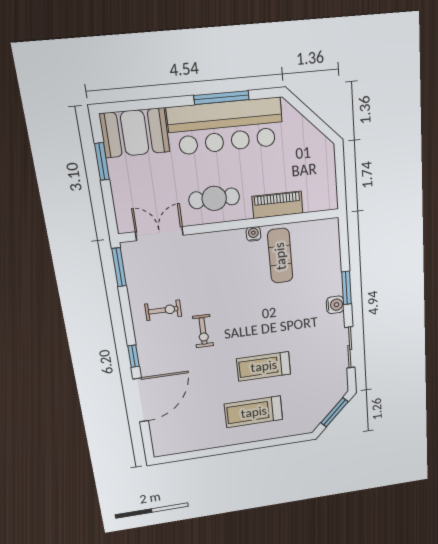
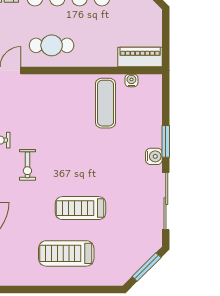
piano: (278, 205) -> (140, 57), moved
water cooler: (253, 234) -> (131, 80), moved
sliding door: (350, 348) -> (166, 201), width x1.37

